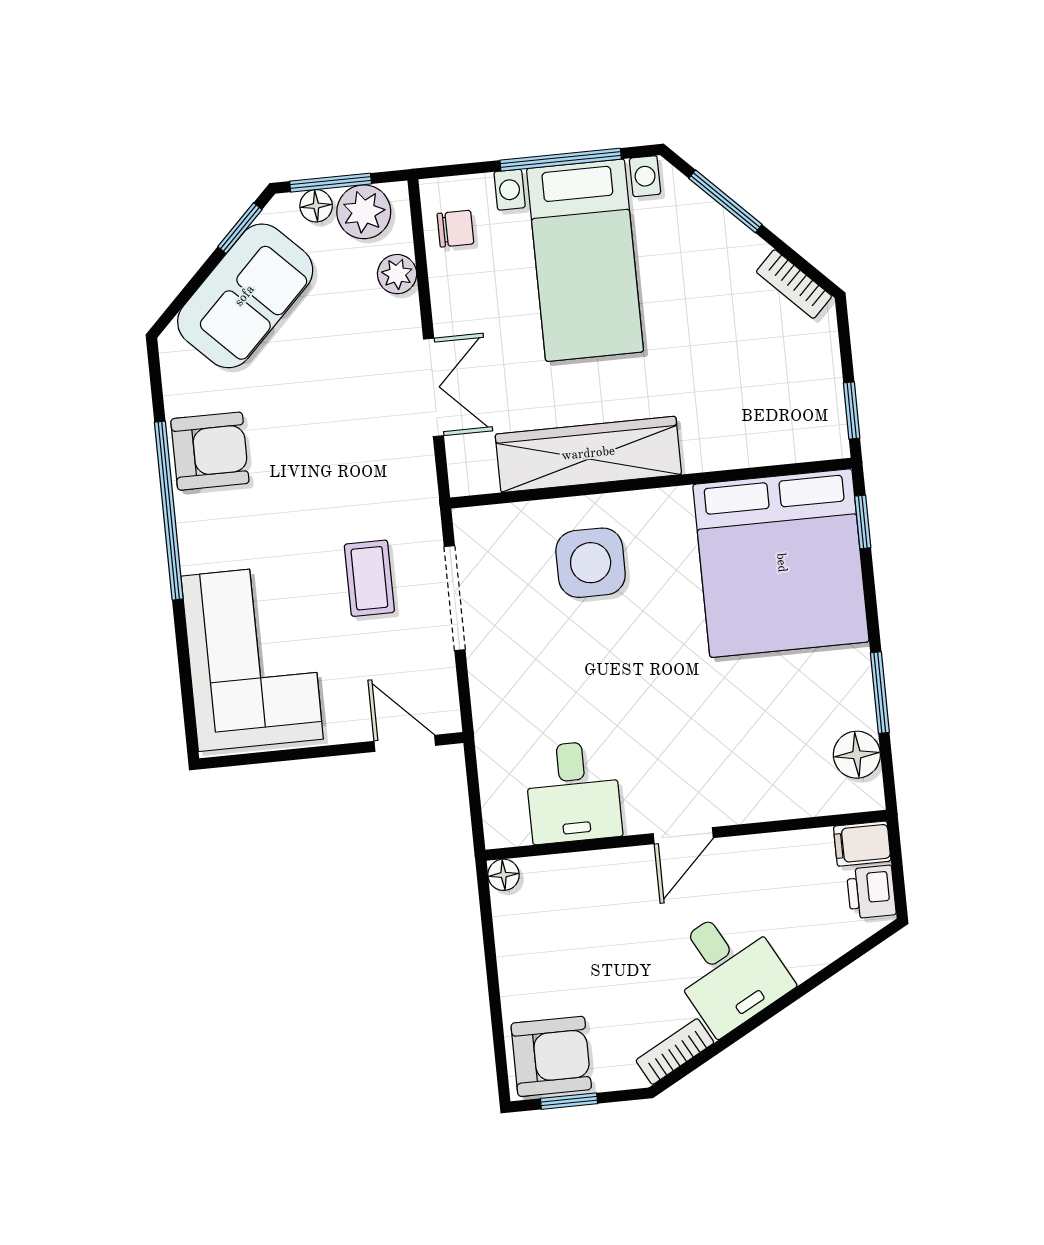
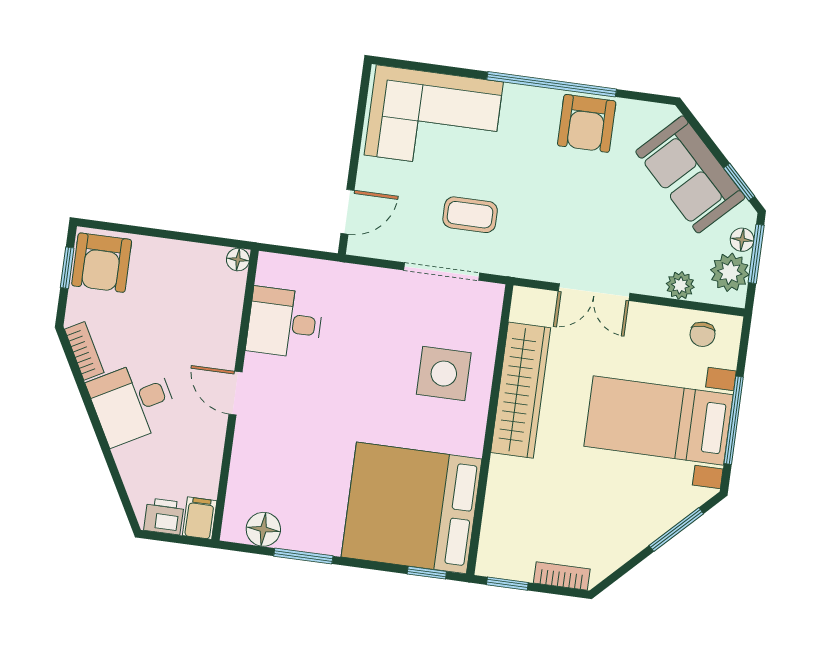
bookcase: (794, 284) -> (562, 576), moved, turned 45

